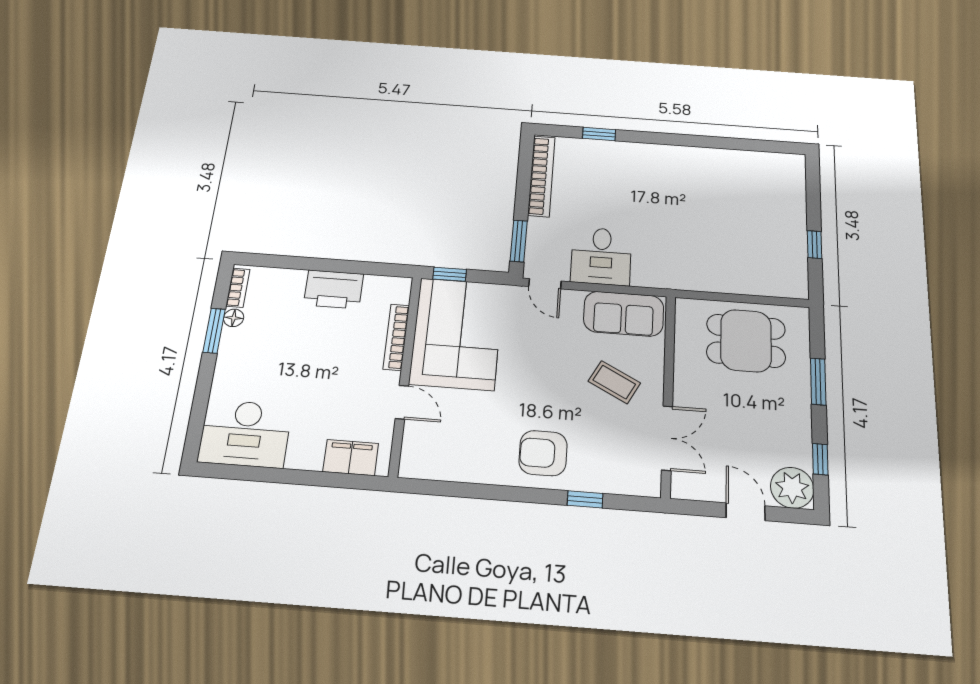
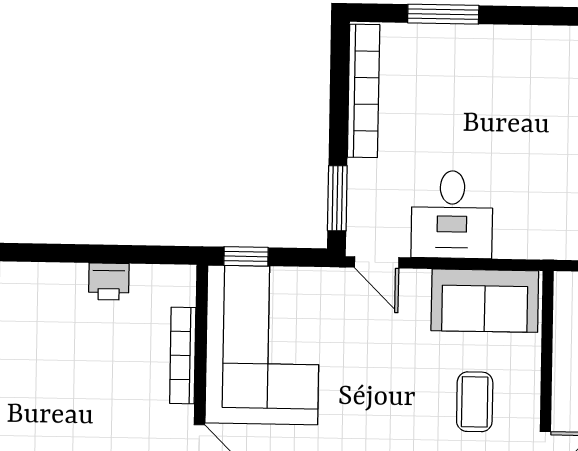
window: (599, 134) -> (443, 14), width x1.50
printer: (334, 289) -> (109, 282), width x0.53, depth x0.68
coffee table: (614, 382) -> (475, 402), turned 62

